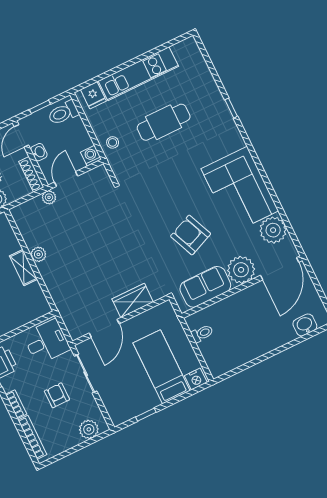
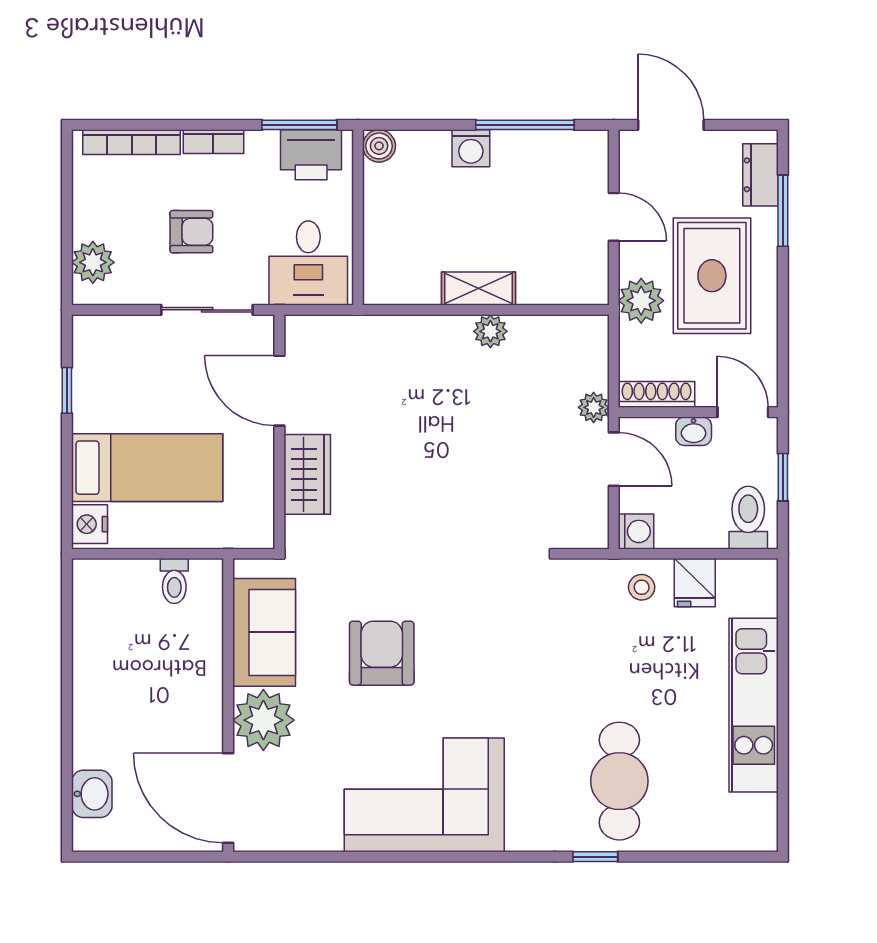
fridge: (93, 95) -> (695, 583), moved, turned -90
cafe table: (164, 122) -> (619, 781), moved
plant: (273, 230) -> (312, 822), removed
armchair: (191, 235) -> (382, 653), turned -67

